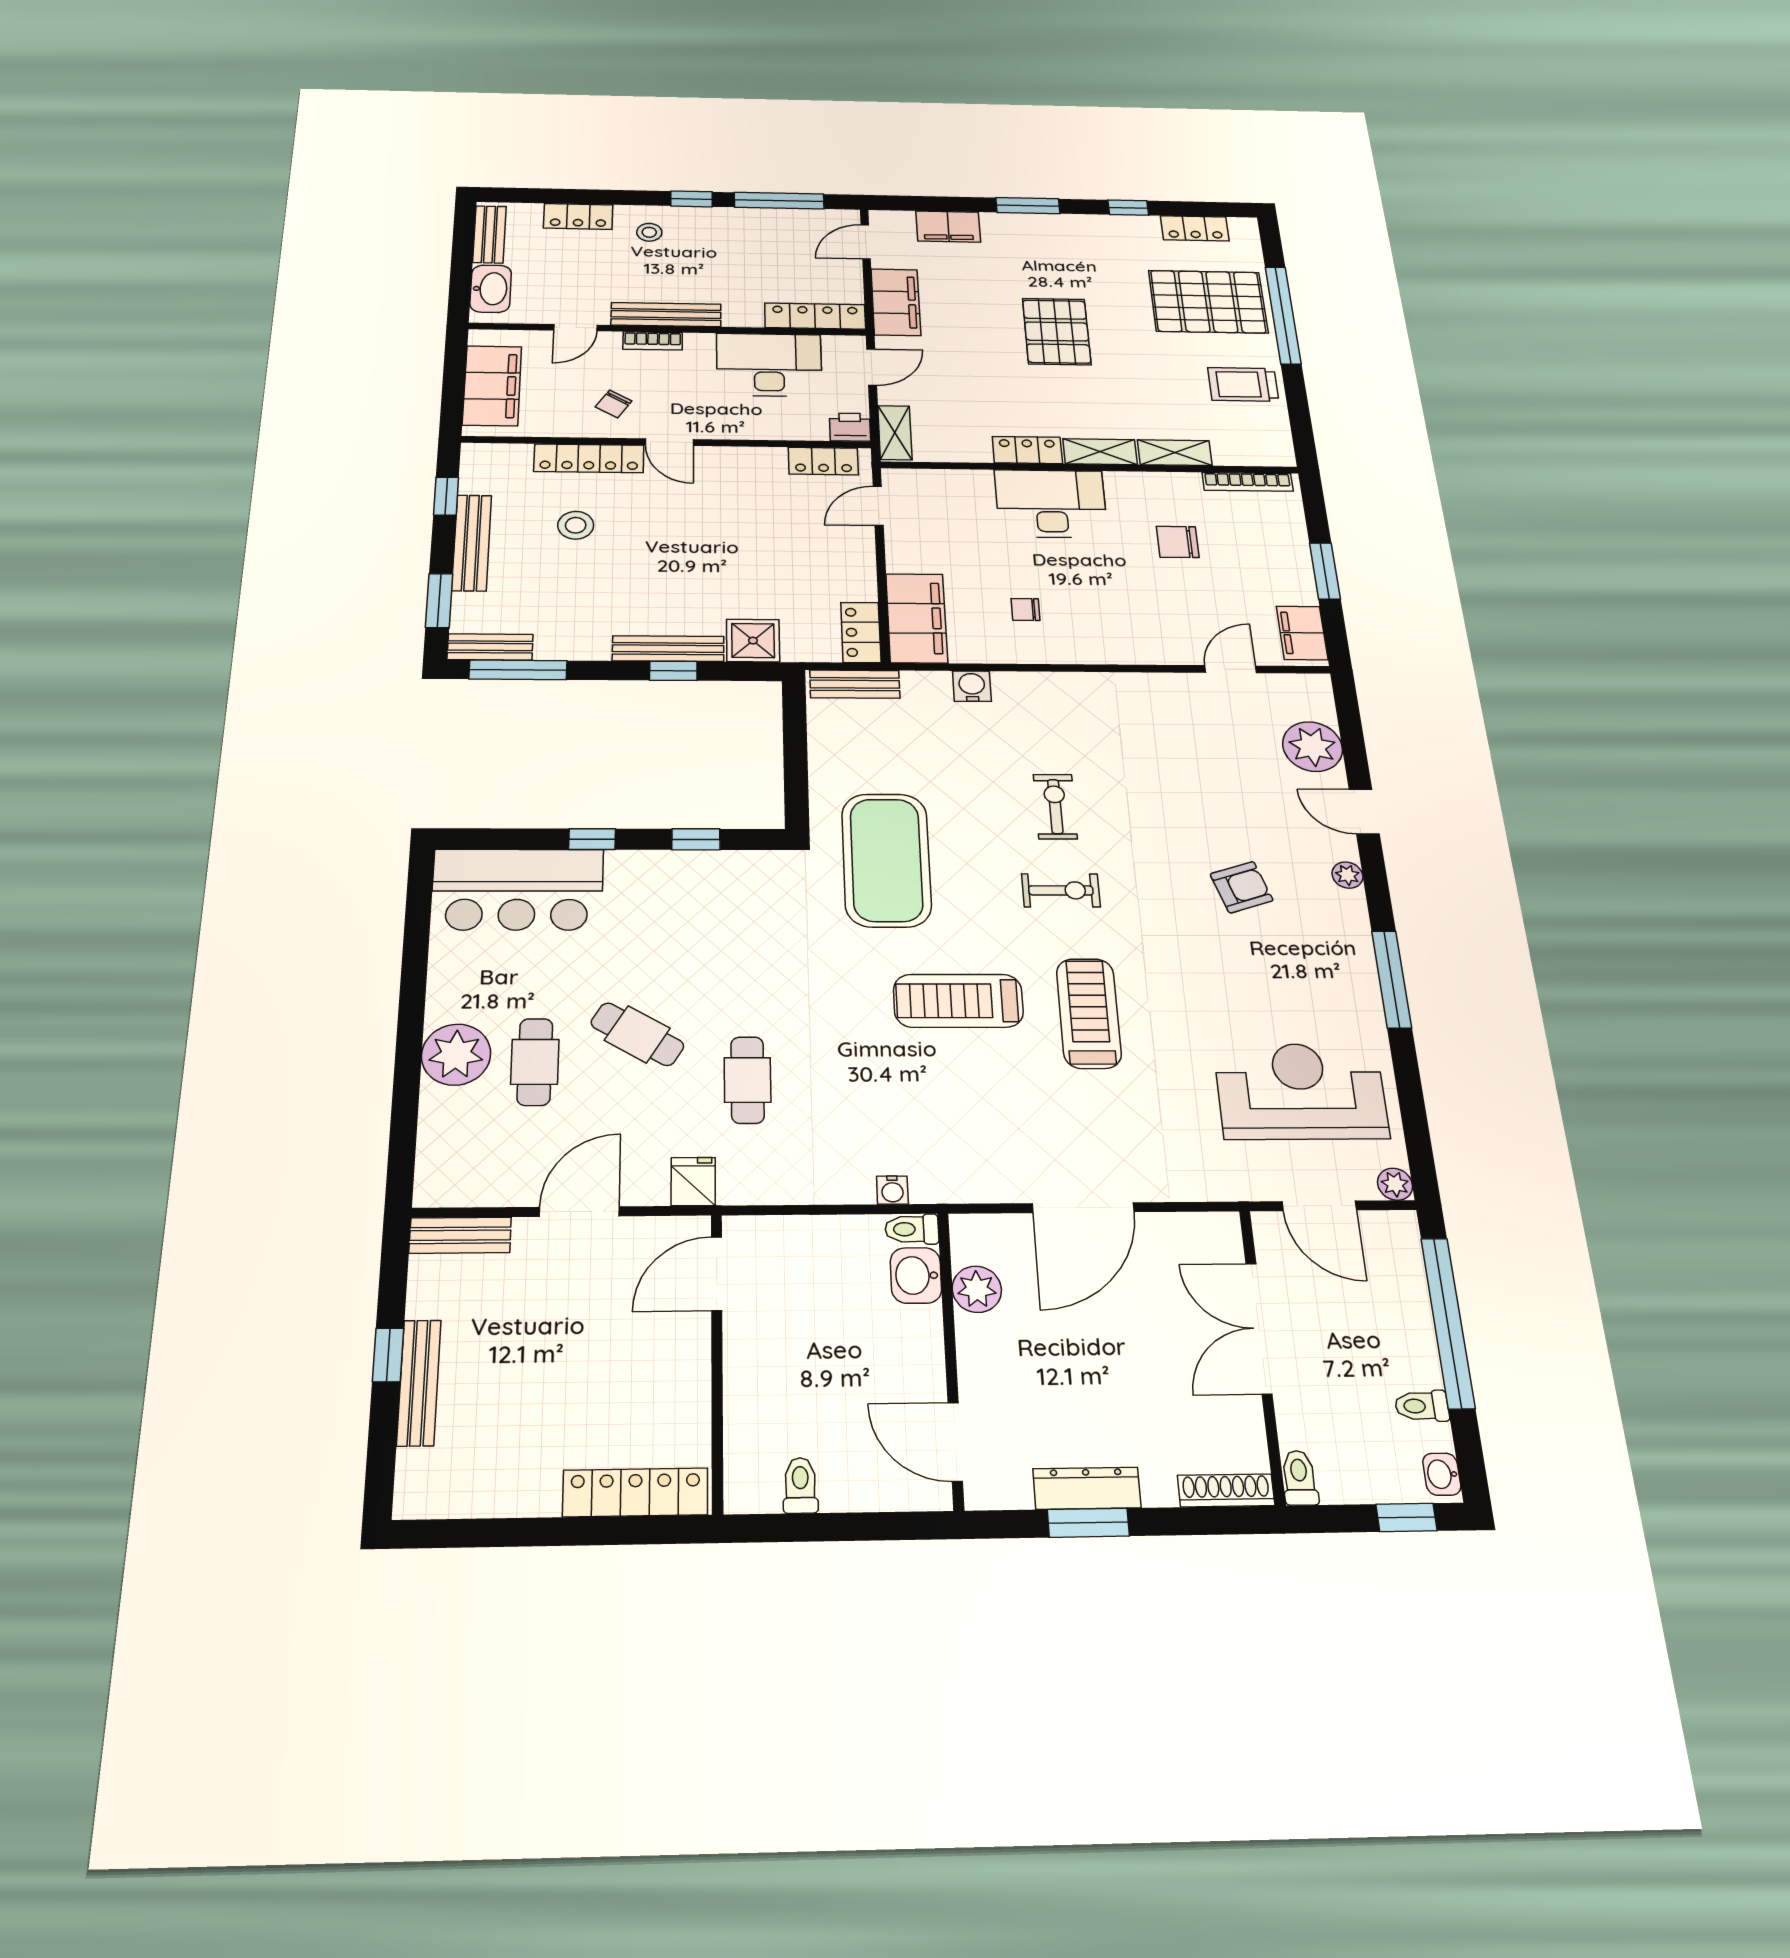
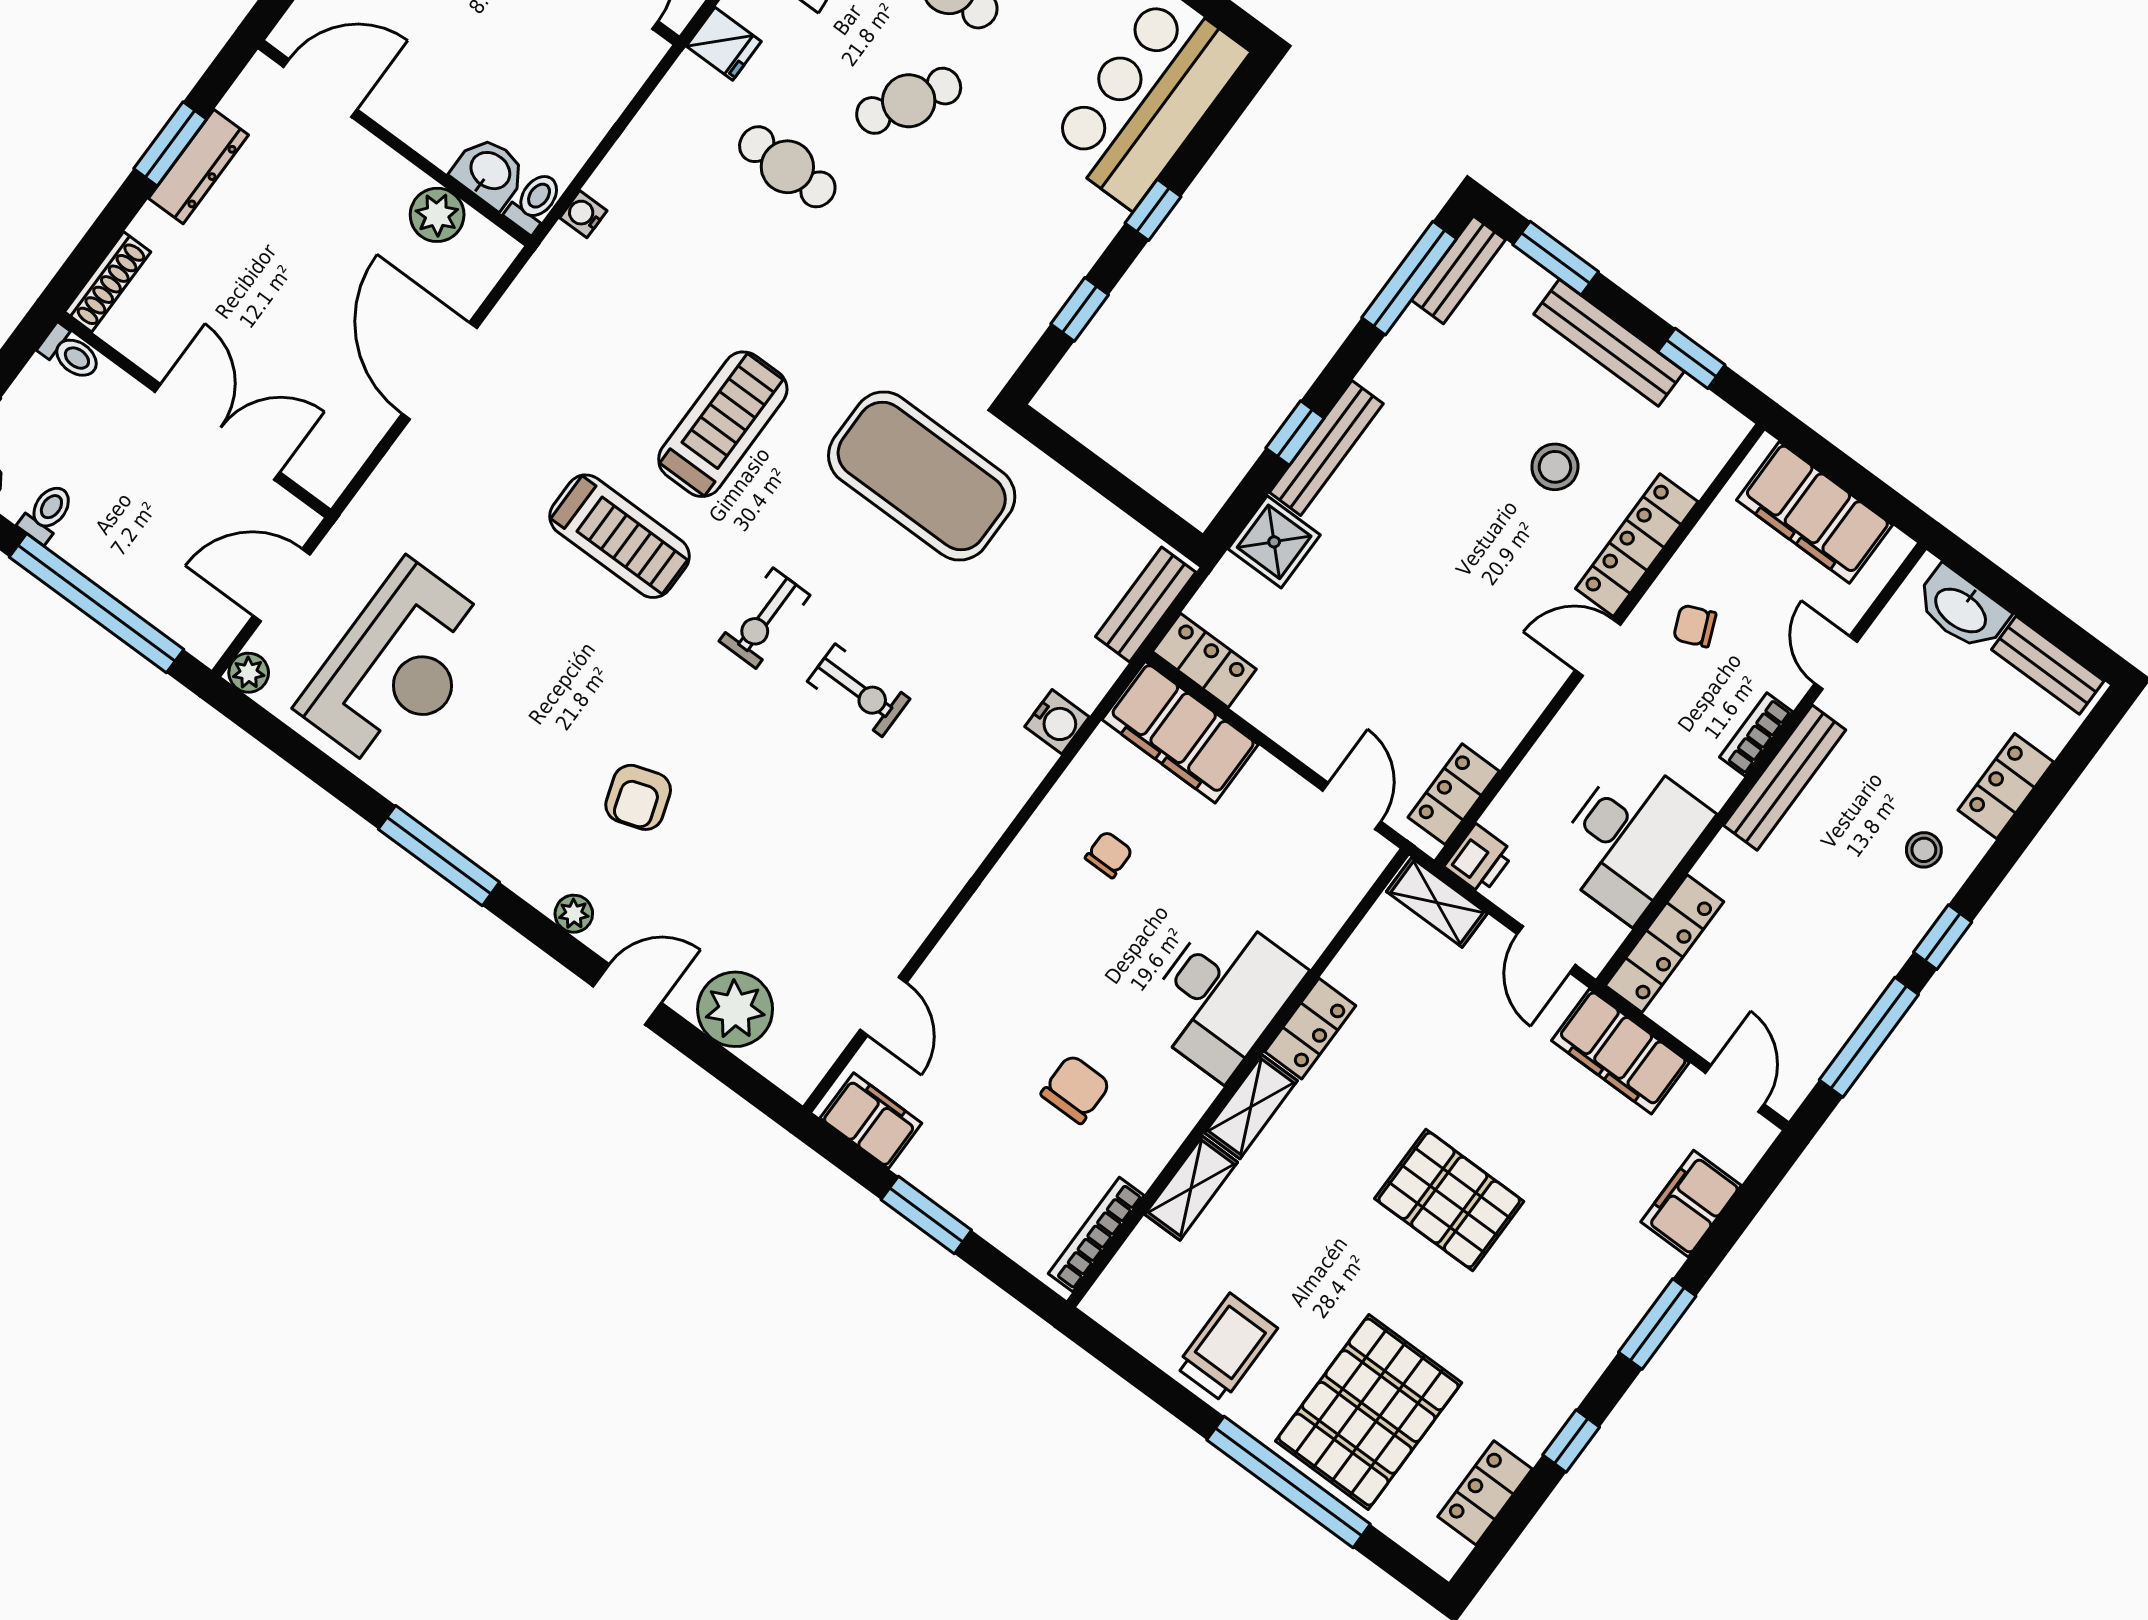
chair: (614, 404) -> (1695, 626), turned -55

